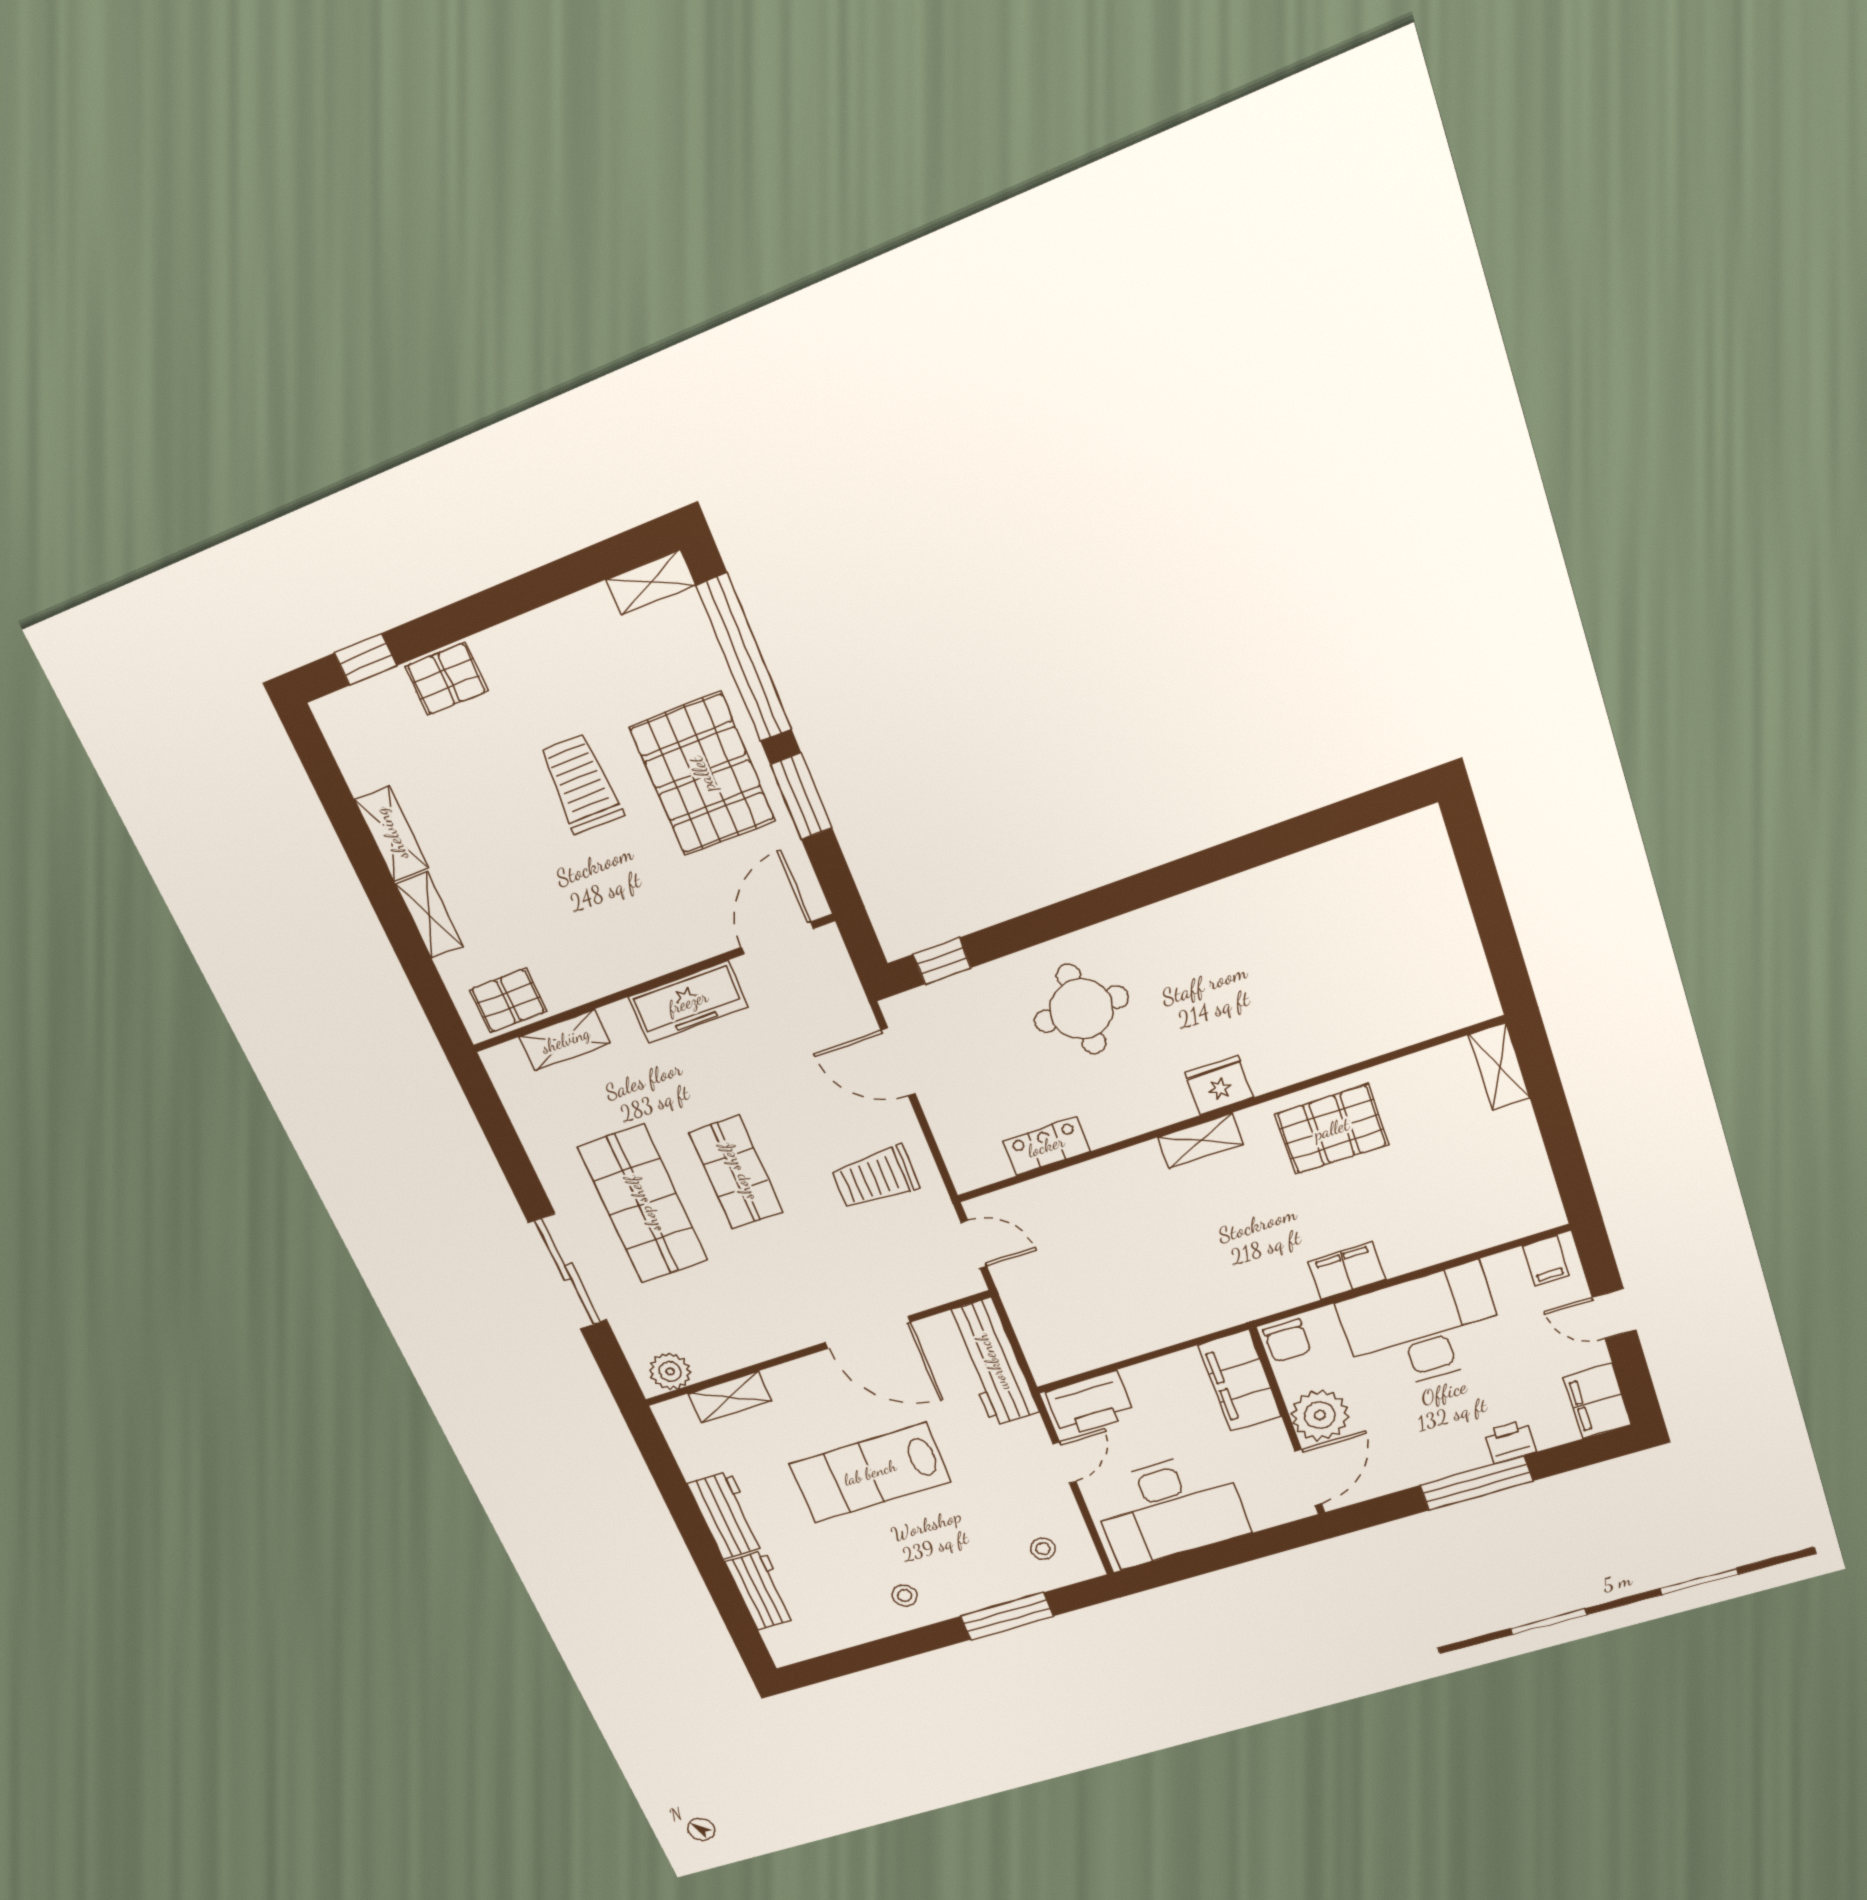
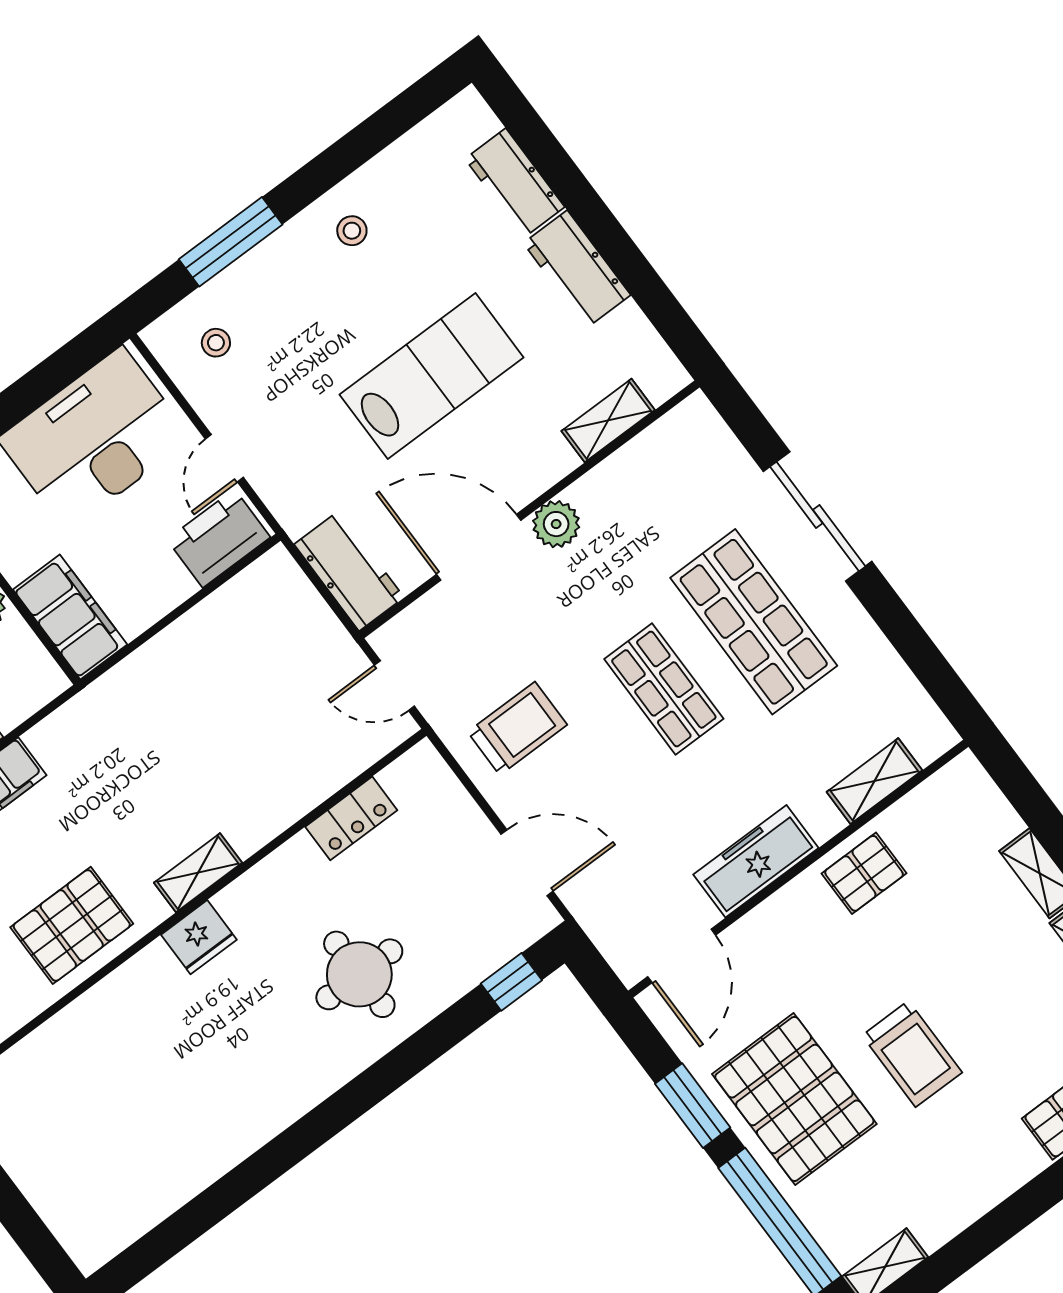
pallet: (508, 1001) -> (864, 873), moved
chair: (1287, 1341) -> (37, 679), removed
workbench: (992, 1362) -> (349, 571), width x0.73
plant: (670, 1371) -> (556, 524), moved

